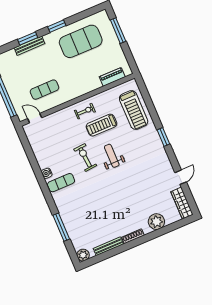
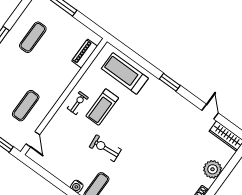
exercise mat: (81, 41) -> (33, 37), width x0.50, depth x0.69
treadmill: (134, 110) -> (125, 73), turned 180
door: (35, 118) -> (33, 139), swing flipped
weight bench: (112, 156) -> (130, 131), removed

